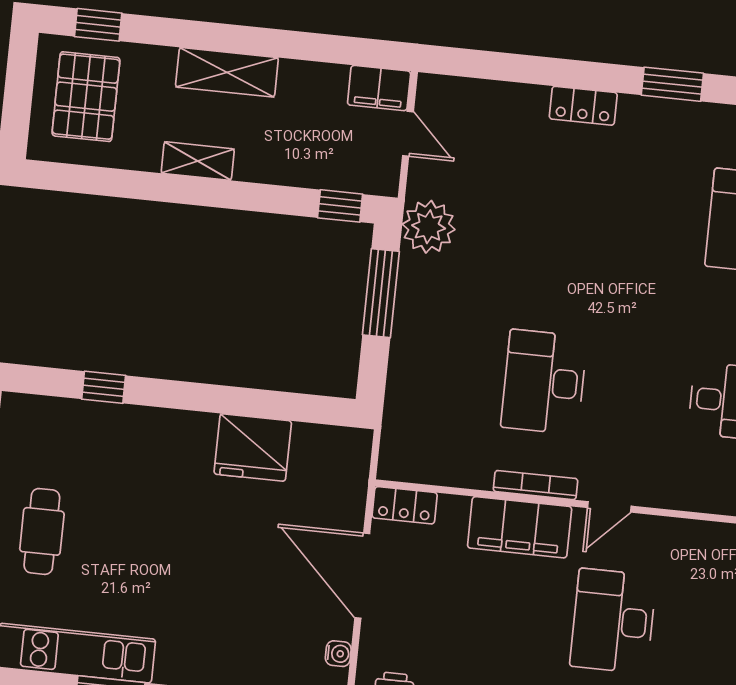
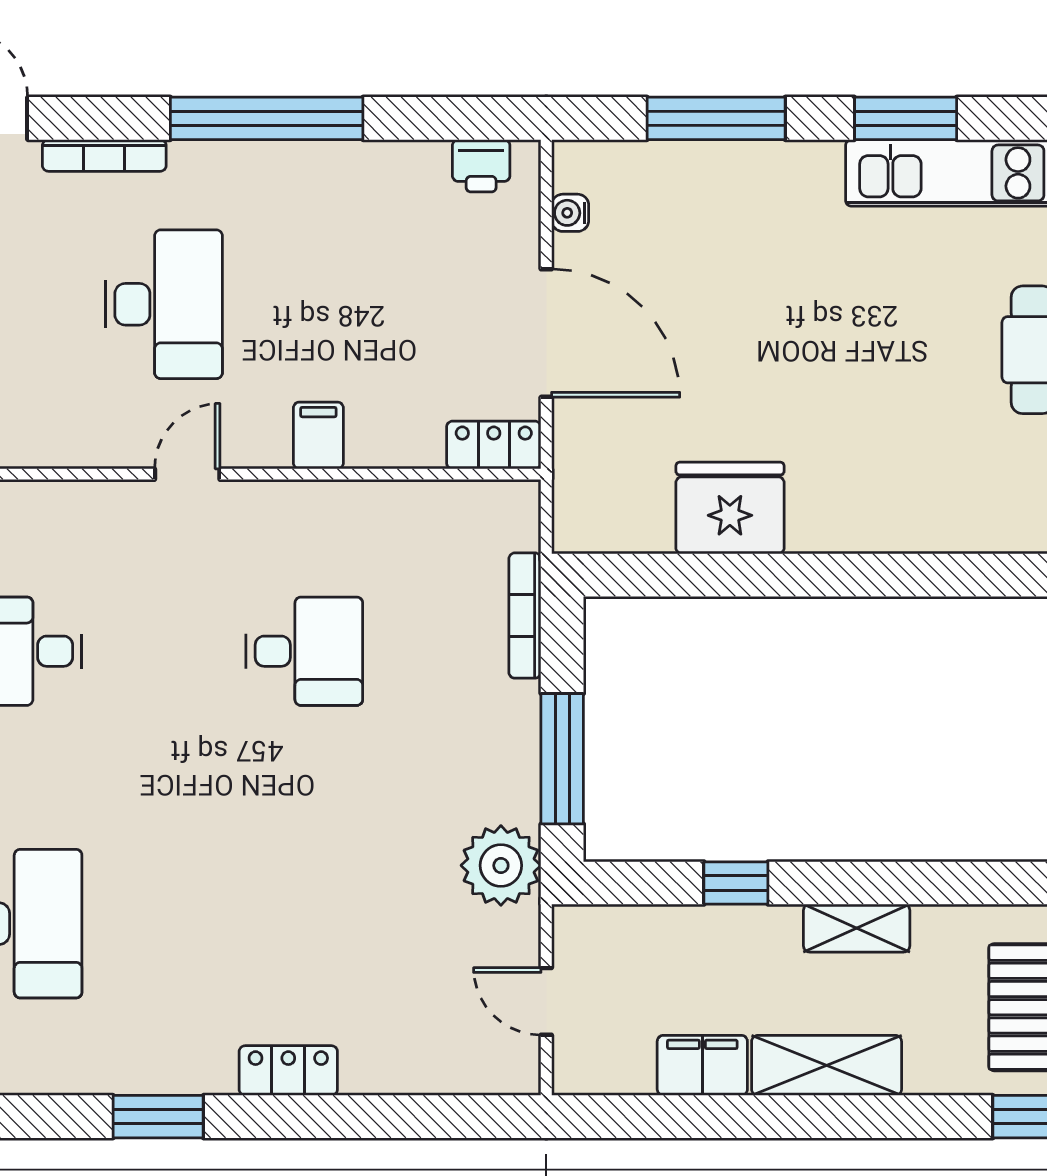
filing cabinet: (379, 88) -> (702, 1065), moved
window: (340, 206) -> (736, 883), moved
desk: (544, 382) -> (304, 651), width x0.73
window: (104, 387) -> (962, 575), removed
bookcase: (536, 485) -> (525, 616), moved, turned 90
filing cabinet: (520, 527) -> (318, 435), width x0.33, depth x0.86

